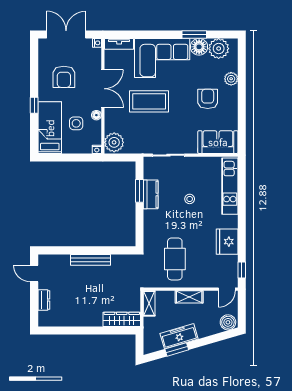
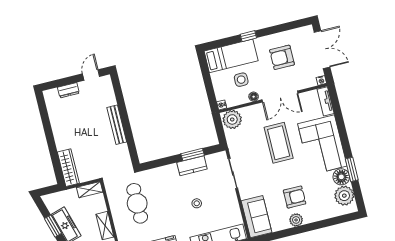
plant: (231, 79) -> (296, 220), moved
cafe table: (175, 259) -> (137, 203), turned 90

